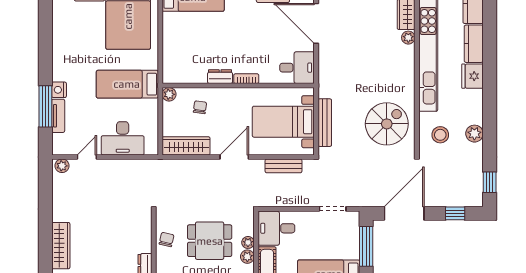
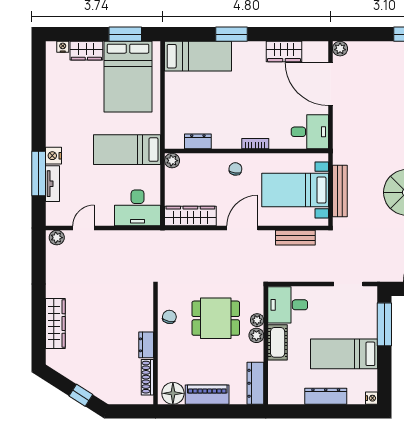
dresser: (220, 77) -> (198, 141), moved
chair: (200, 107) -> (235, 169), moved
desk: (123, 138) -> (138, 208), moved

